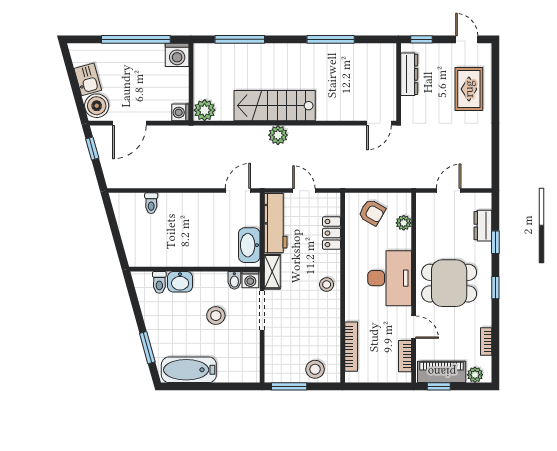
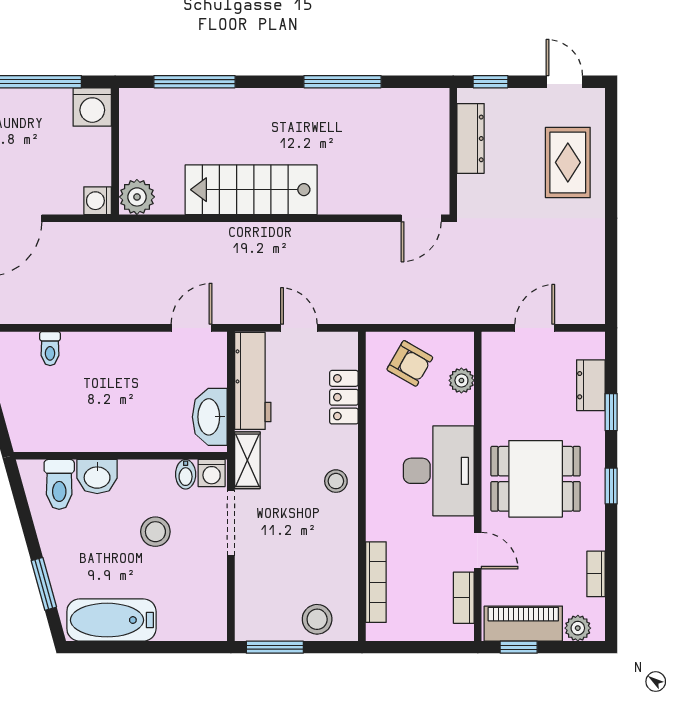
plant: (278, 135) -> (257, 238), removed
toilet: (159, 282) -> (59, 484), width x1.37, depth x1.39

